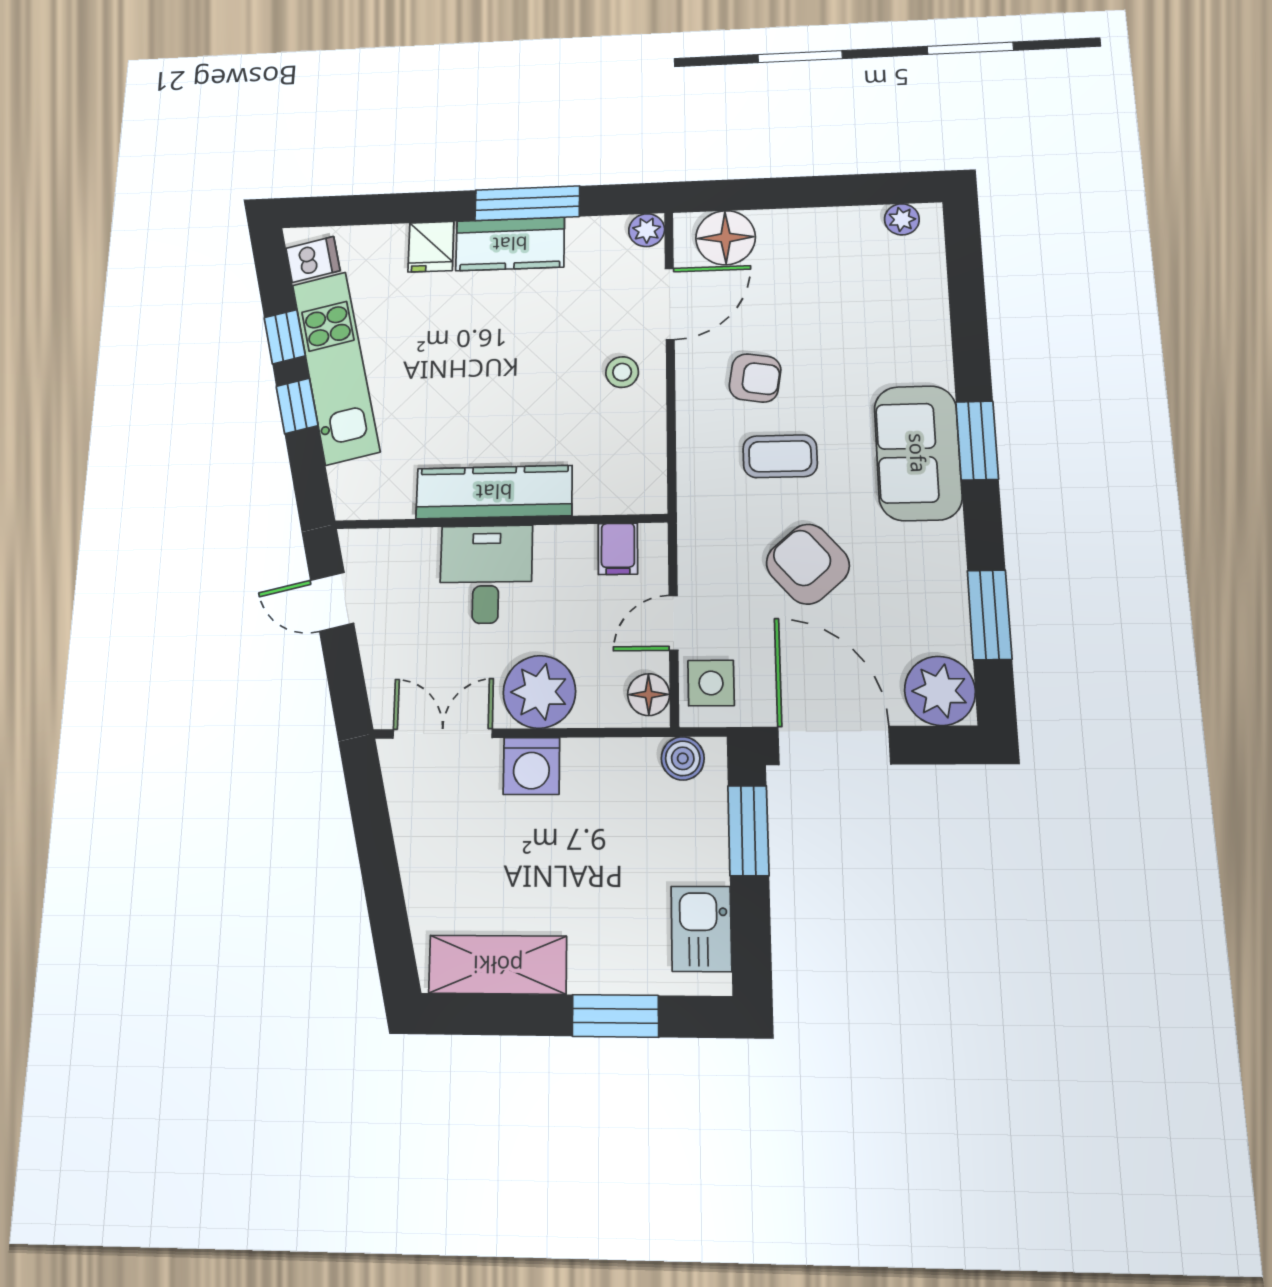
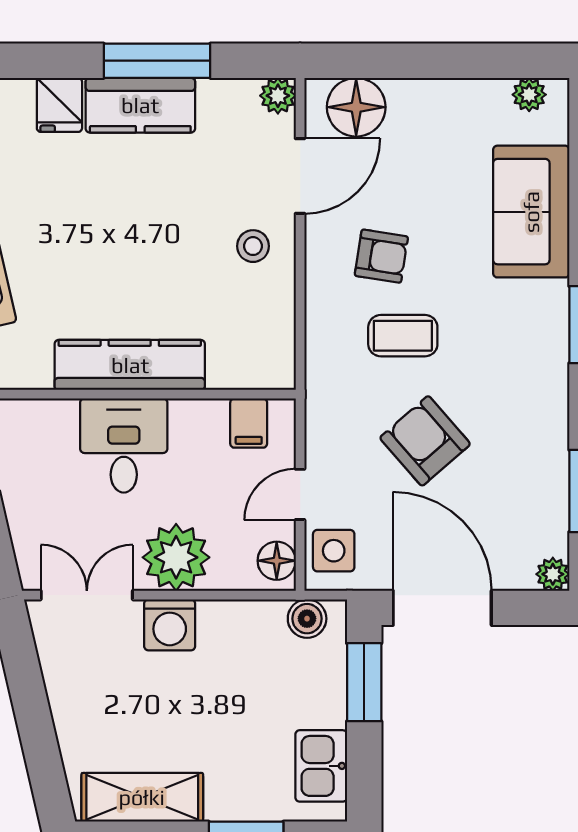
sofa: (918, 453) -> (531, 212), moved
plant: (940, 691) -> (553, 574), width x0.53, depth x0.53

